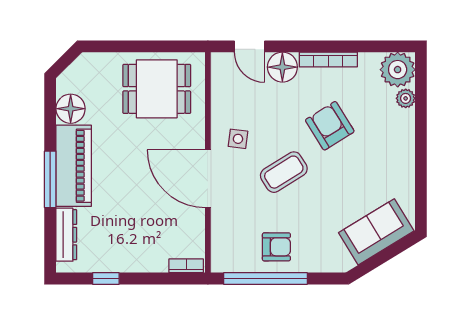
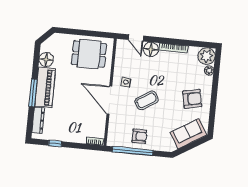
armchair: (330, 126) -> (192, 99), moved, turned 110

